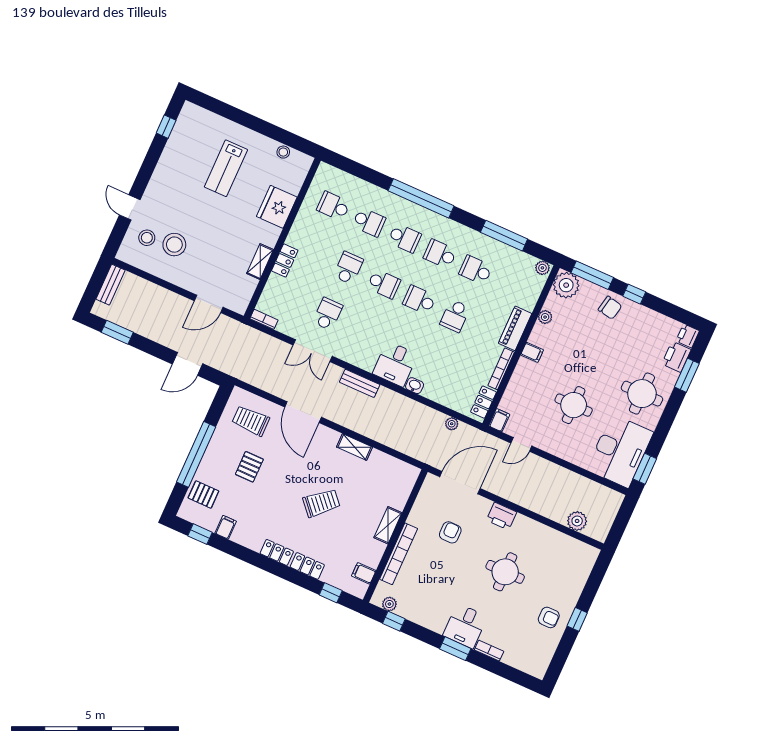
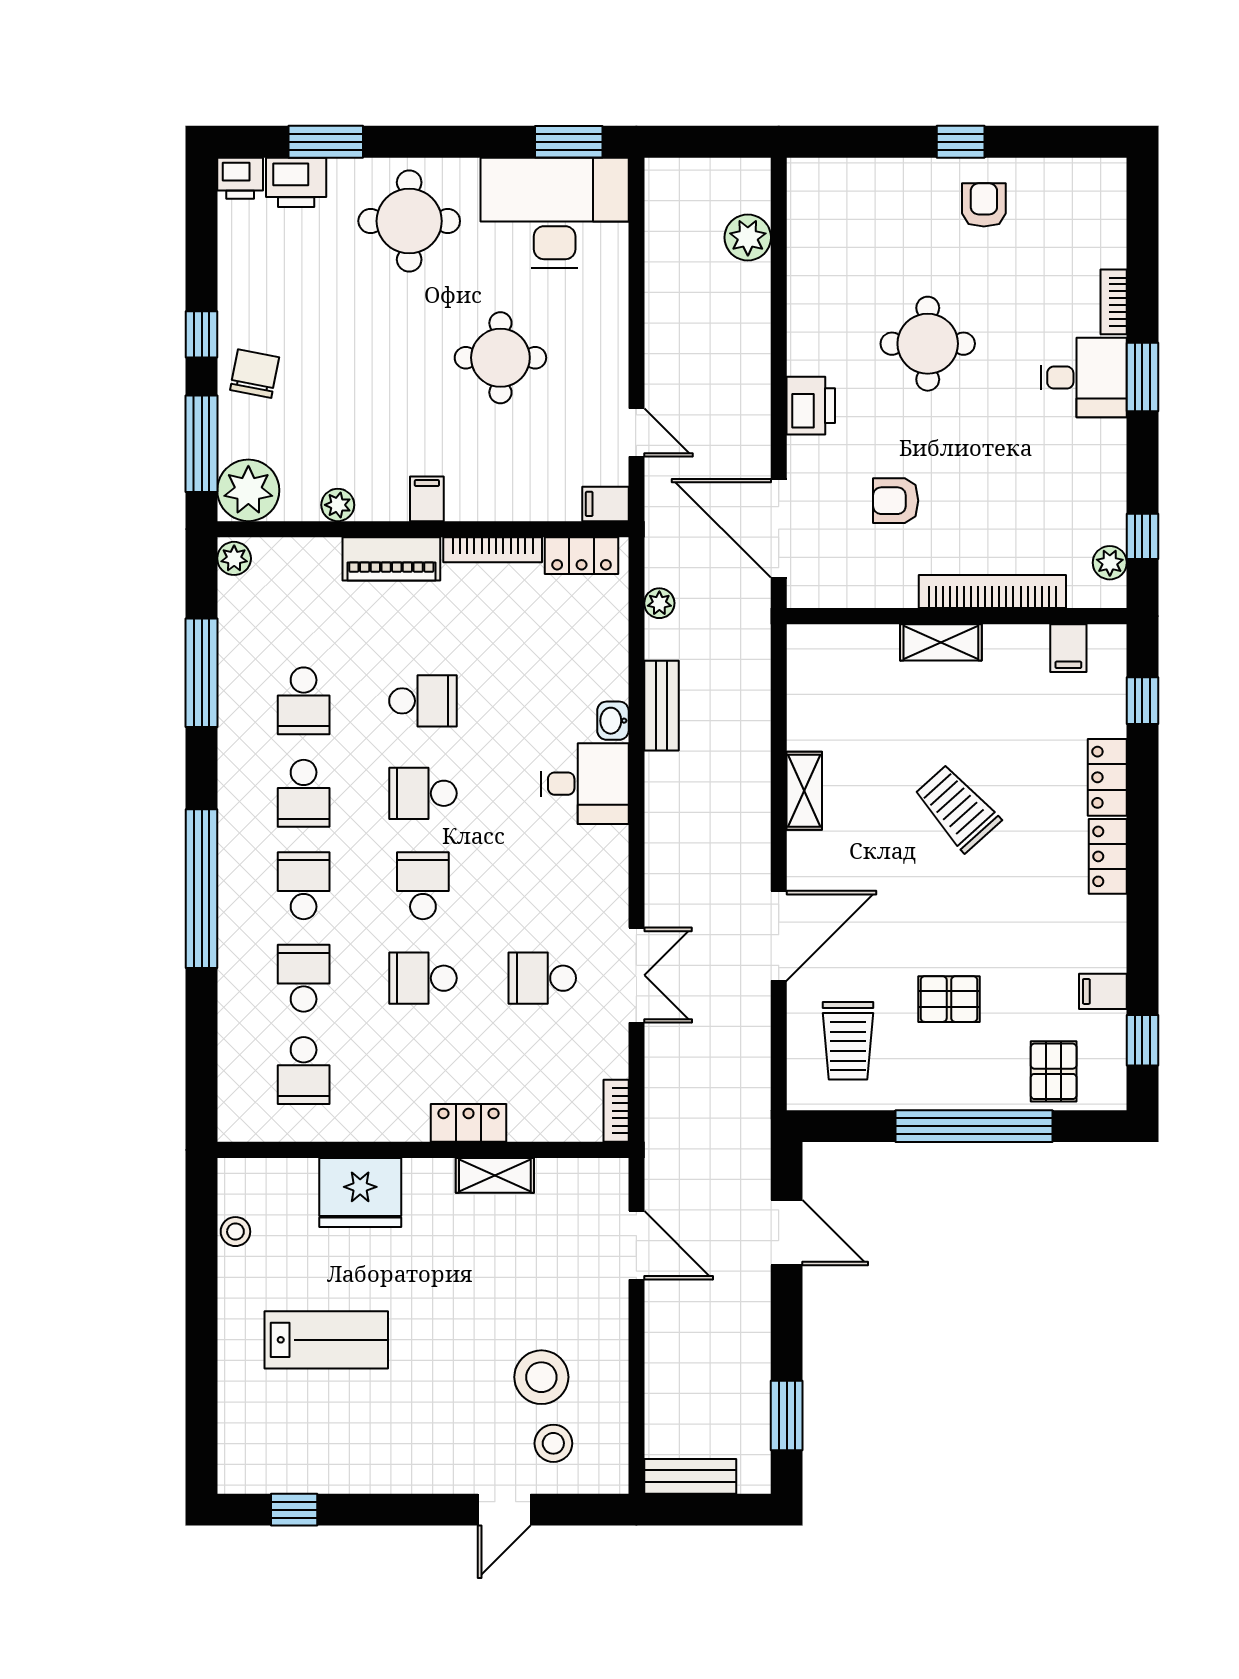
school desk: (419, 300) -> (423, 793), turned 90
bench: (360, 383) -> (662, 706), moved

